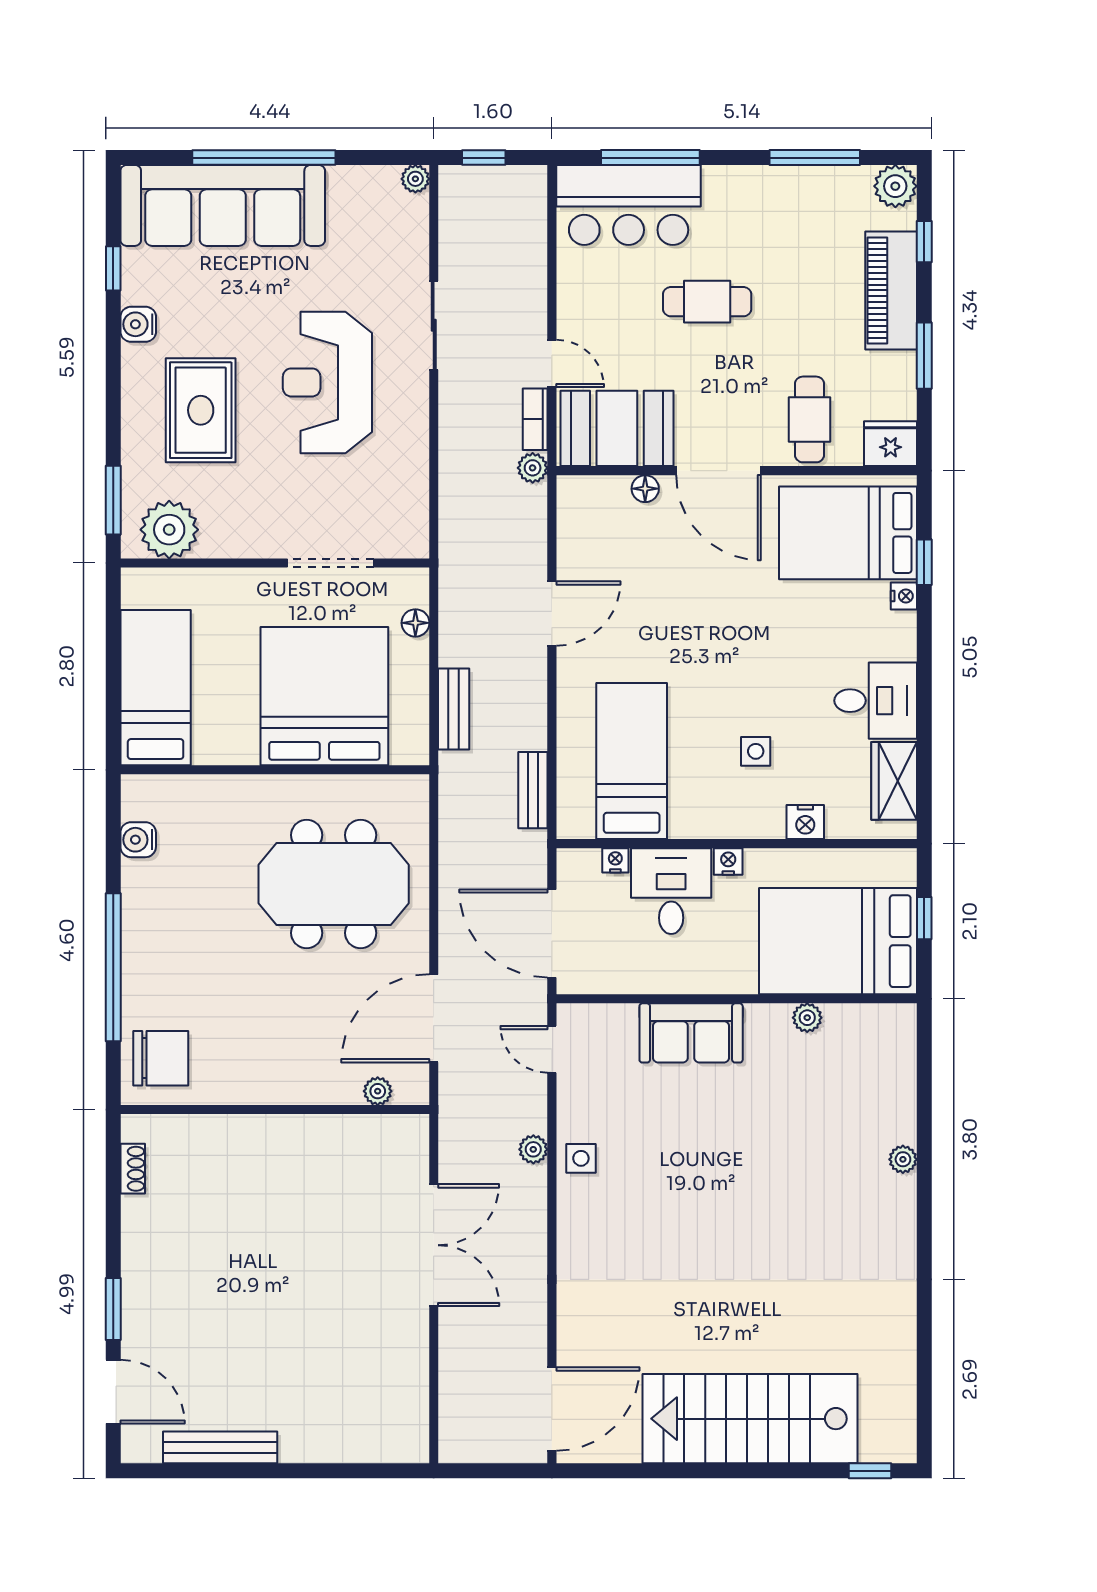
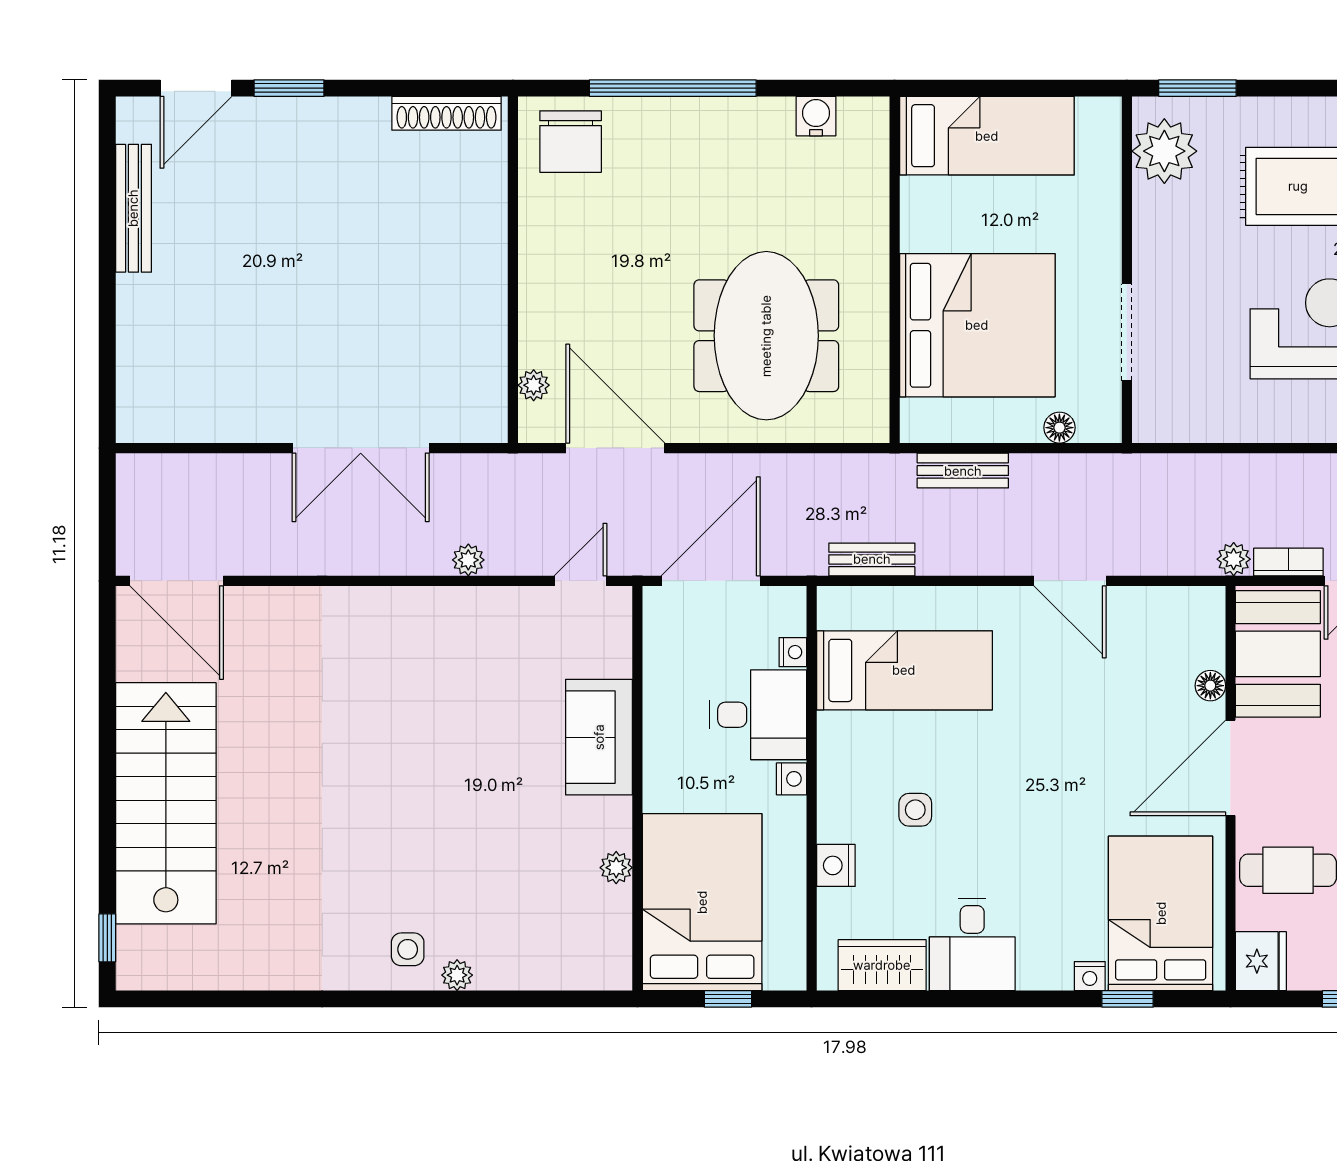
side table: (581, 1158) -> (408, 949), moved
shoe rack: (133, 1169) -> (446, 113), width x1.94, depth x1.24

